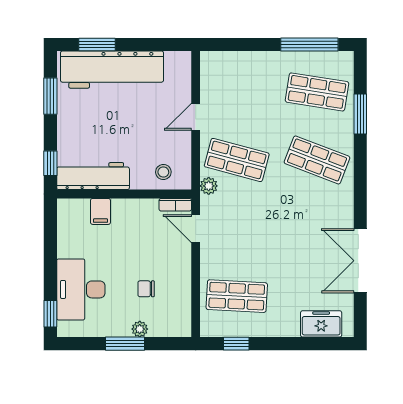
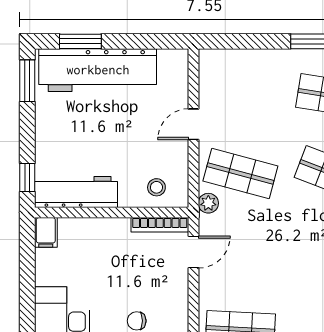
window: (50, 96) -> (27, 81), moved
bookcase: (175, 205) -> (160, 225), width x1.56
filing cabinet: (100, 211) -> (46, 232), moved
door: (196, 229) -> (193, 252), swing flipped

